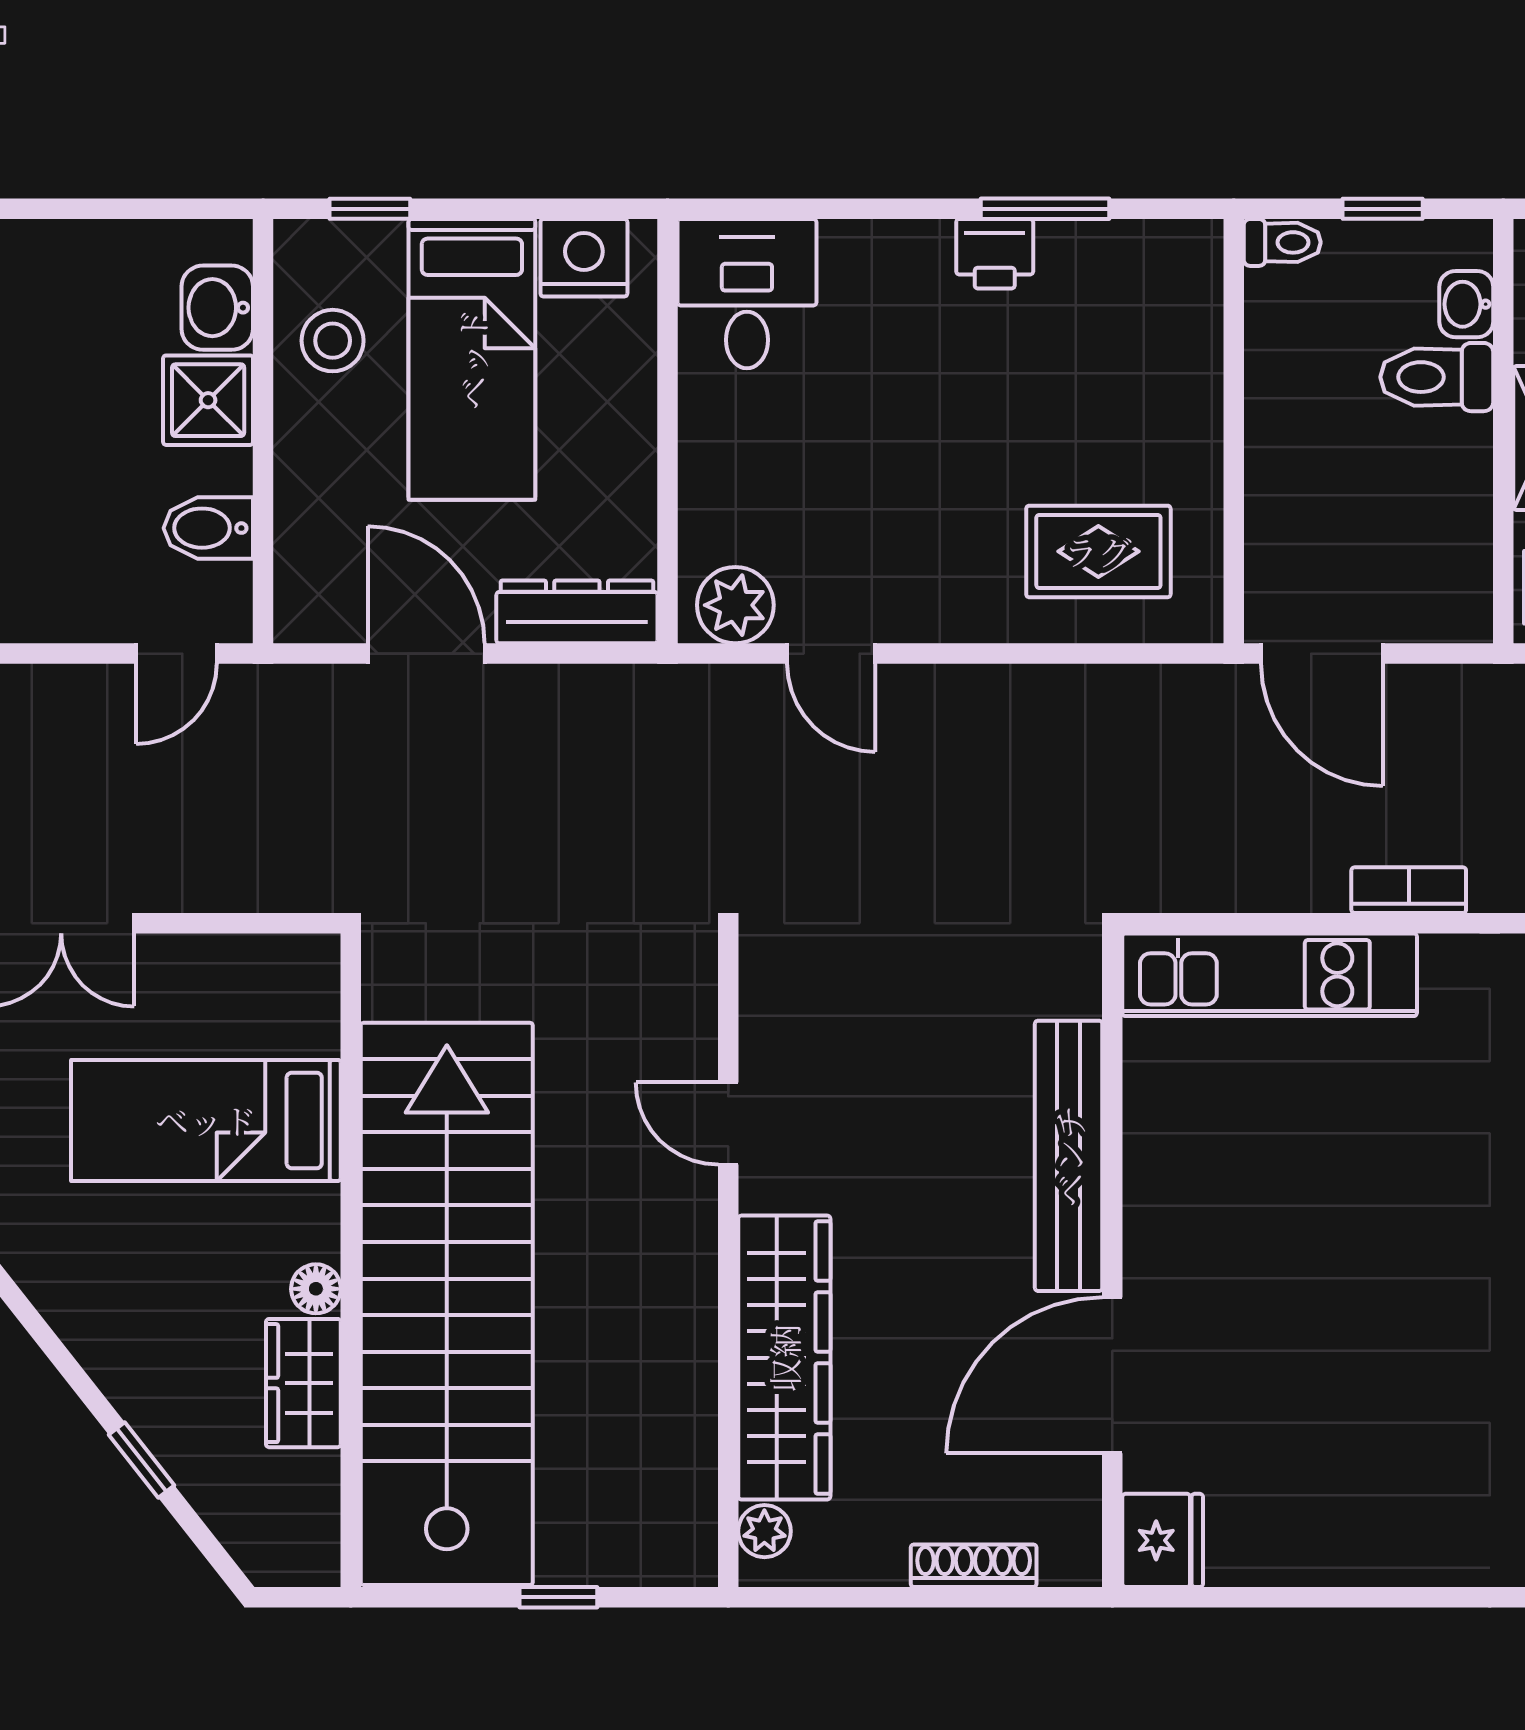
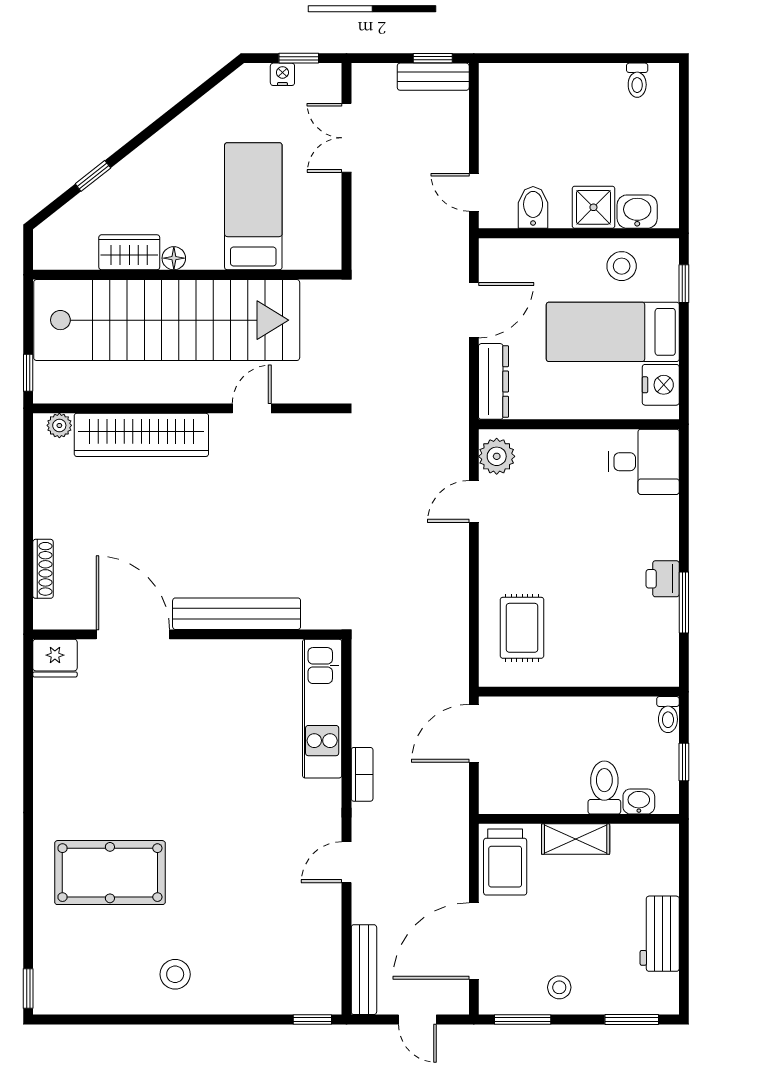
door: (728, 1124) -> (252, 408), moved
wall: (728, 1260) -> (187, 408), moved
wardrobe: (784, 1358) -> (141, 435), moved
plant: (764, 1531) -> (59, 425), moved

